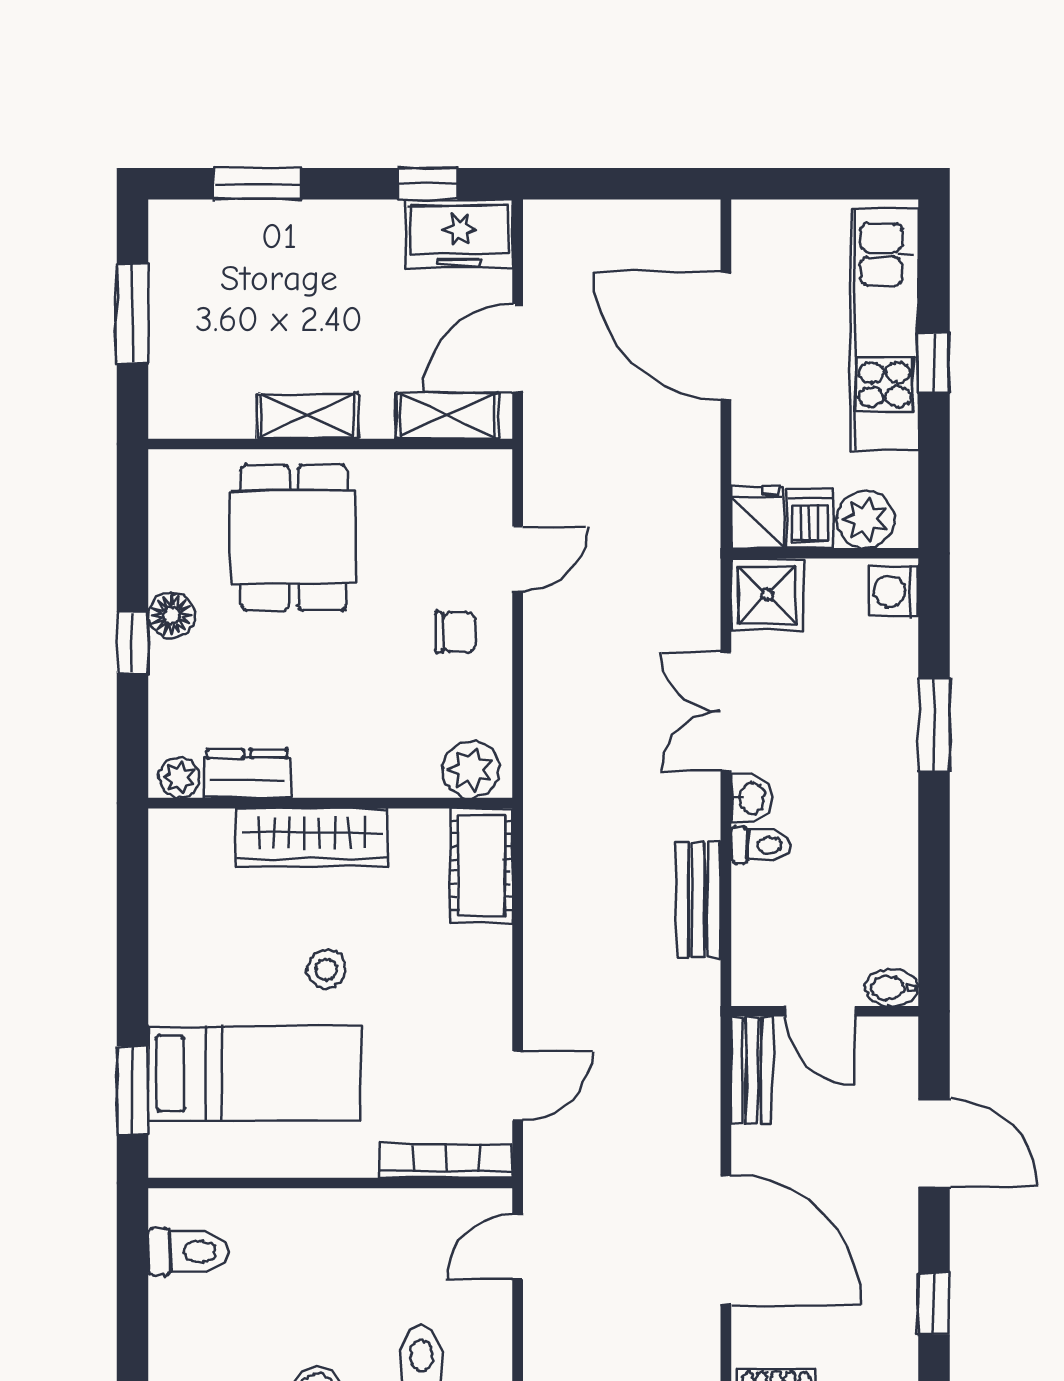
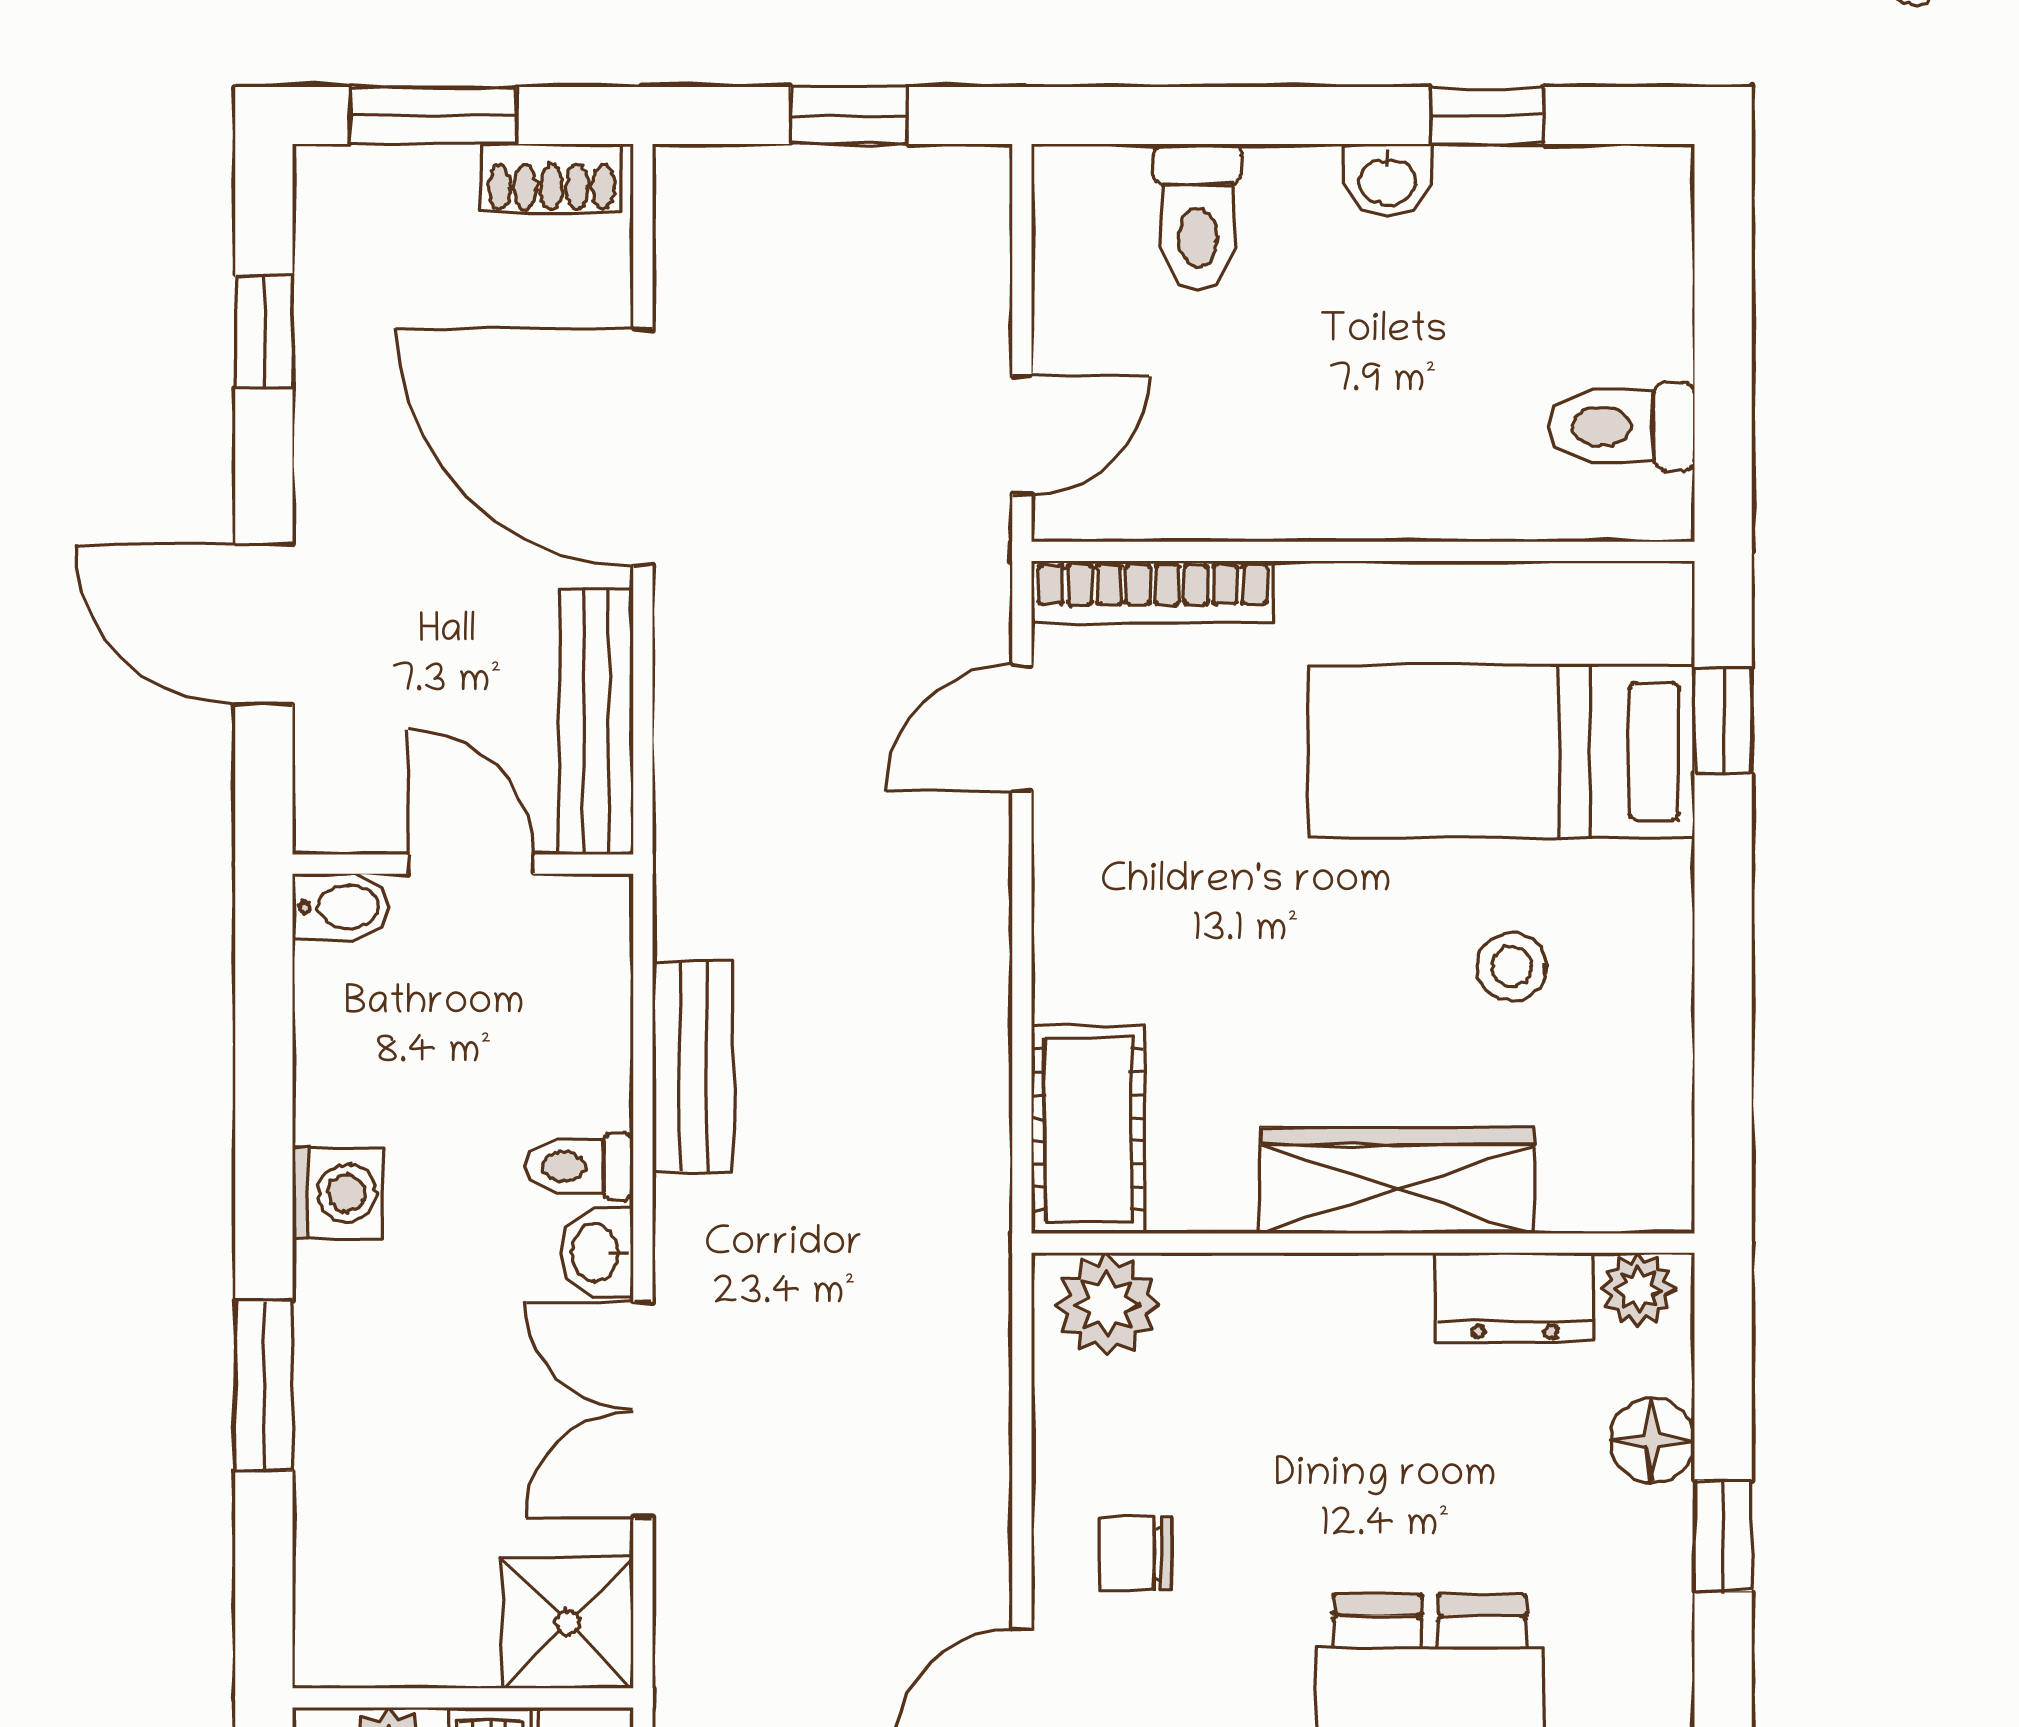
washing machine: (893, 591) -> (338, 1193), moved
floor lamp: (171, 615) -> (1652, 1441), moved
double door: (726, 711) -> (643, 1410), swing flipped
stool: (326, 969) -> (1512, 967), moved
bench: (751, 1070) -> (596, 722), width x1.36
window: (133, 1090) -> (1723, 720), width x0.67

